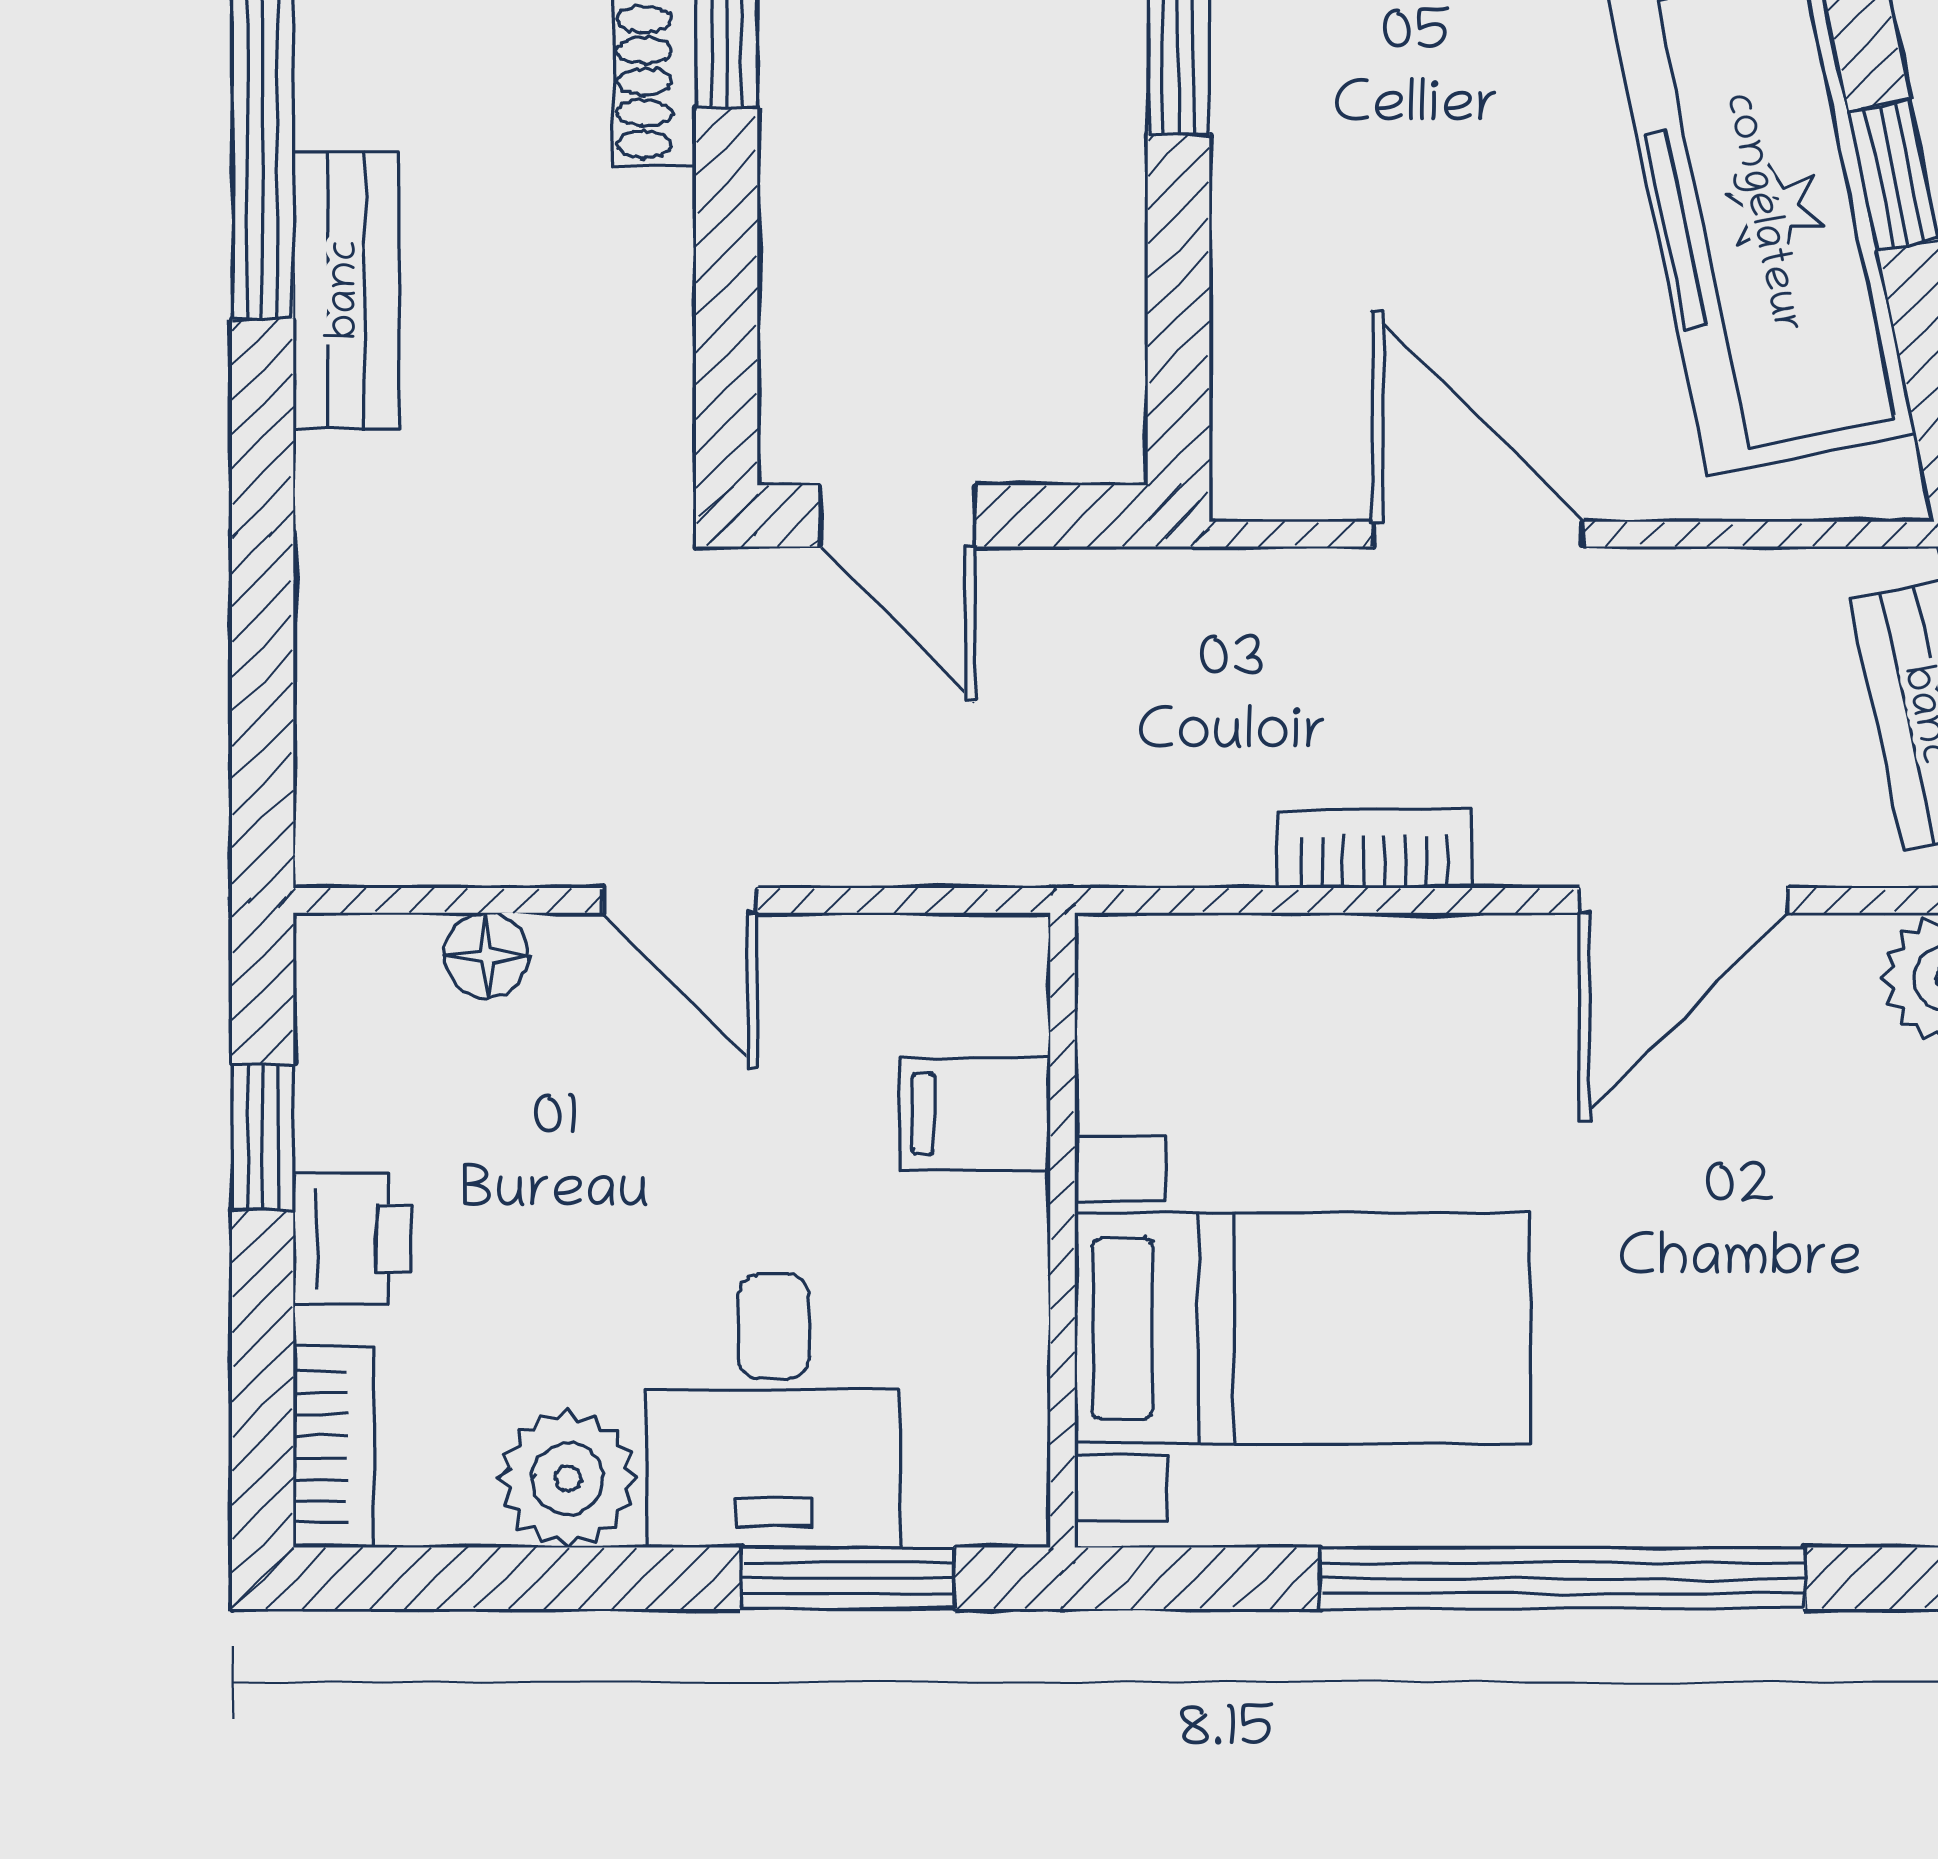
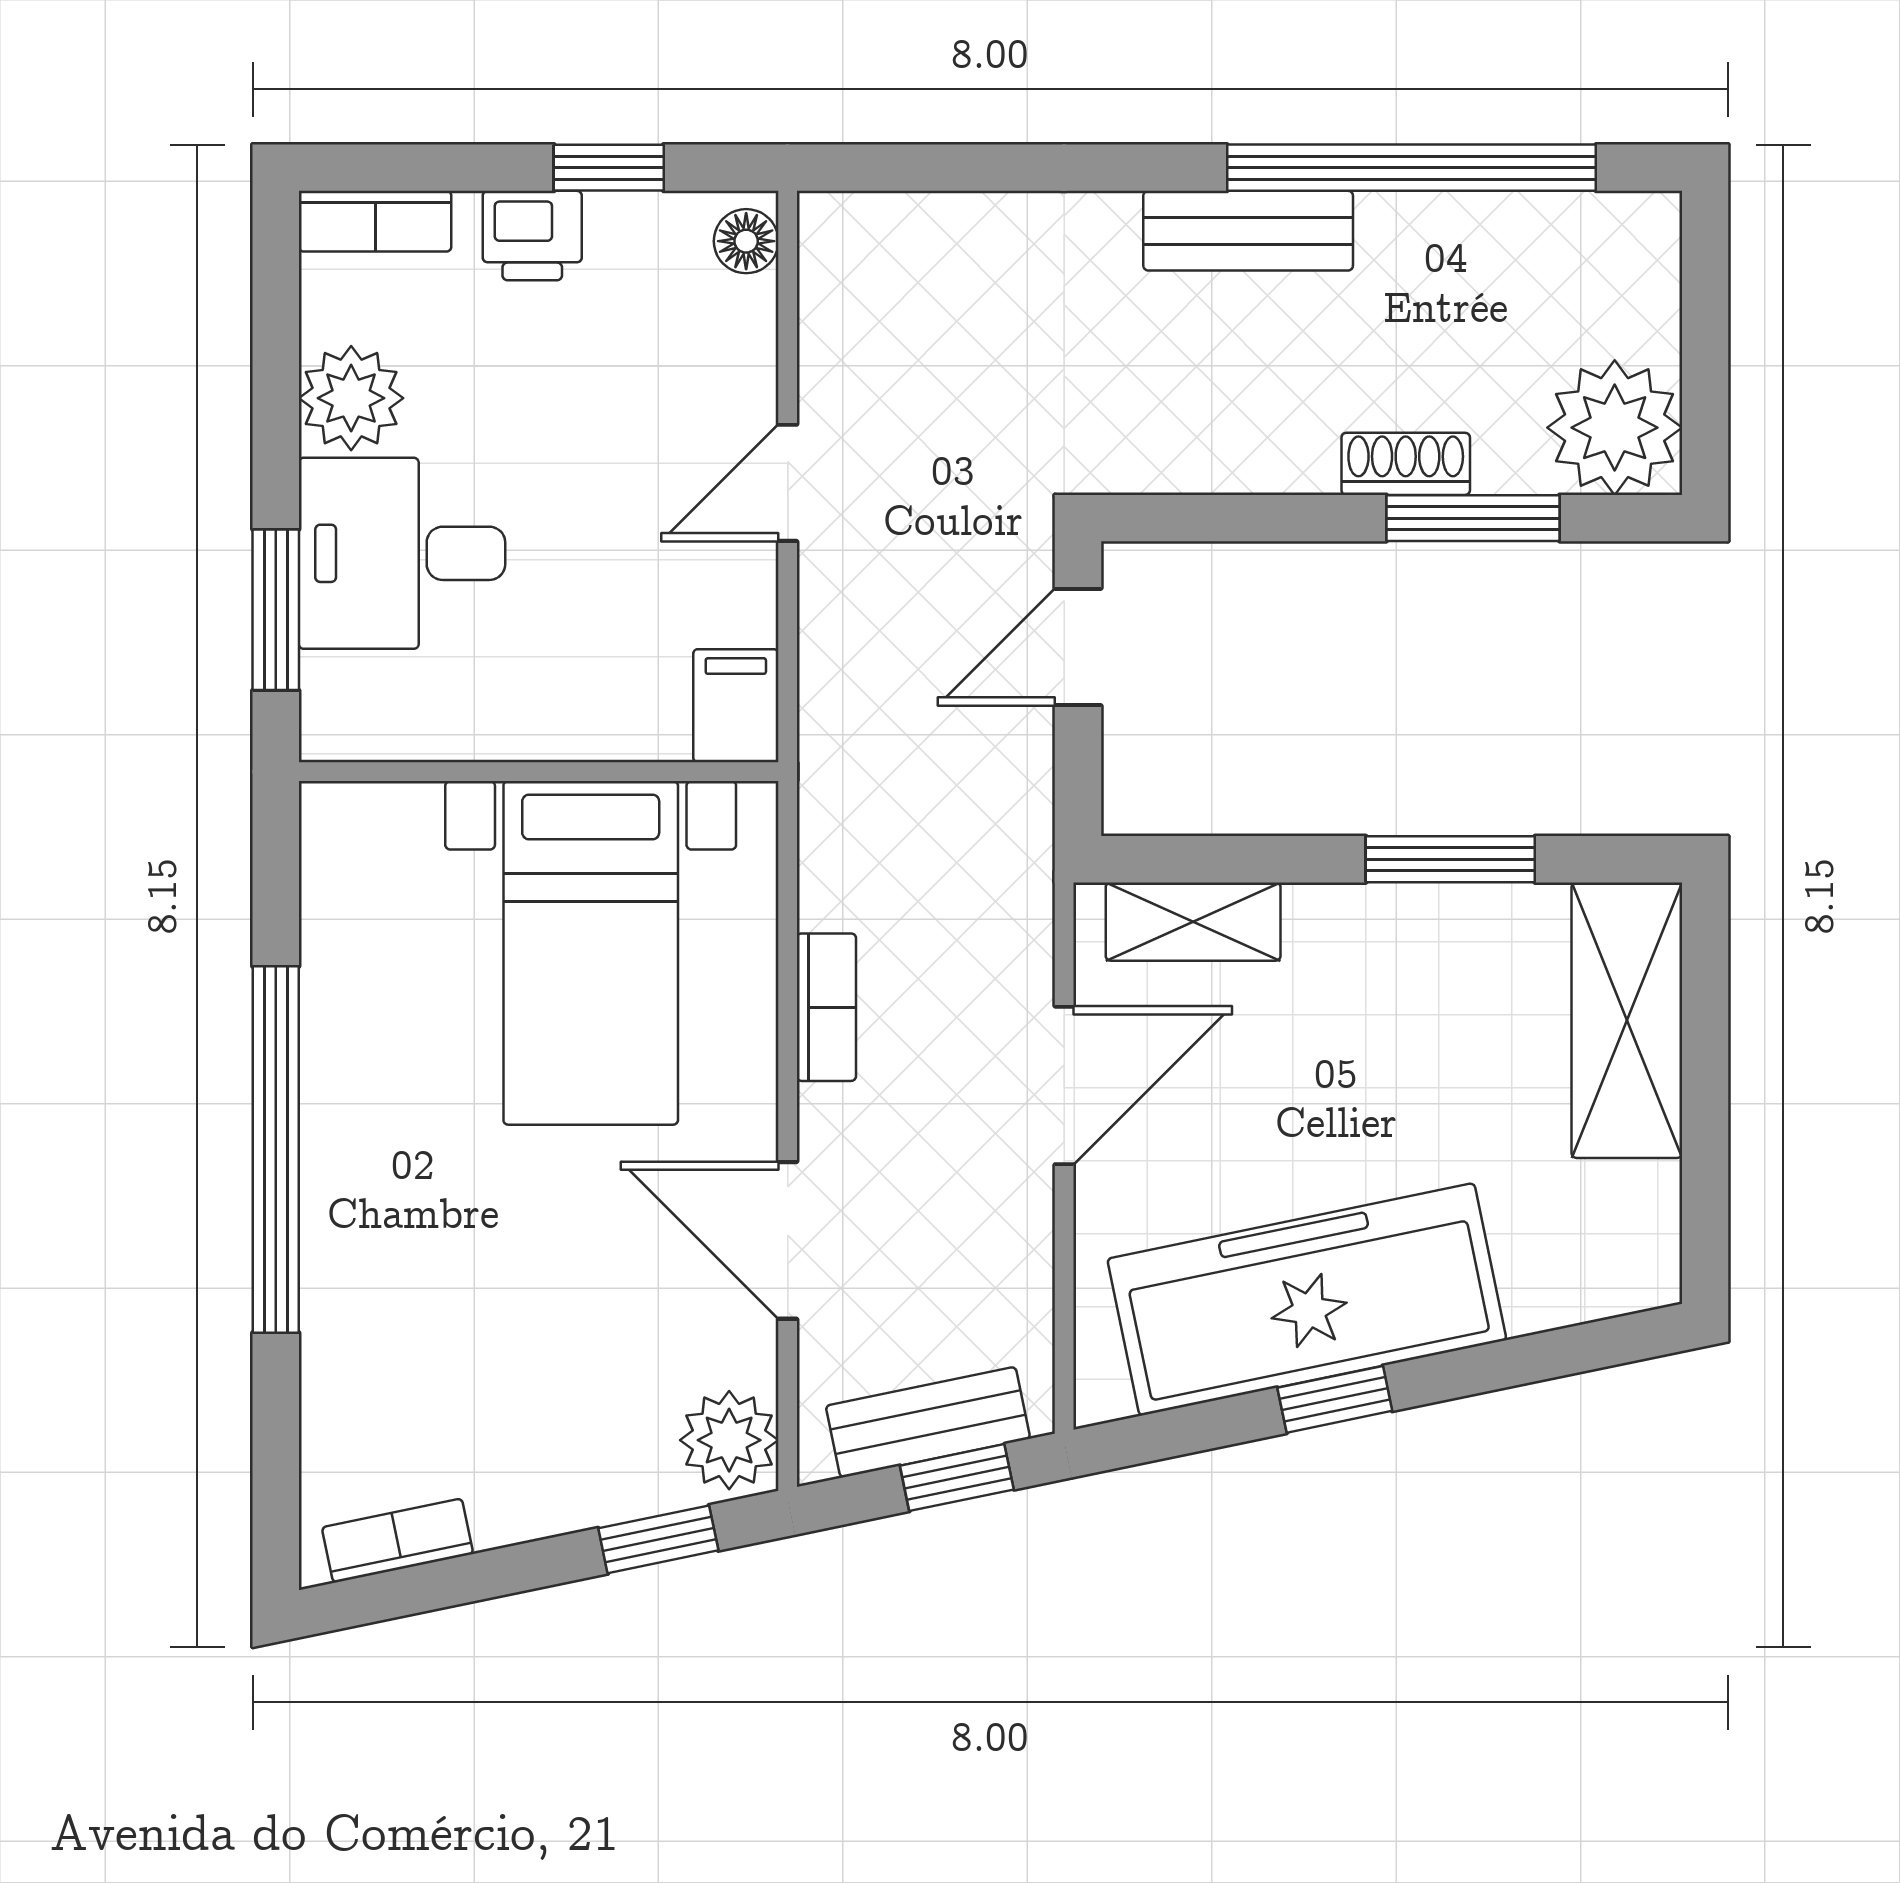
shelving: (1261, 363) -> (1193, 922), added
floor lamp: (487, 955) -> (746, 241), moved
filing cabinet: (975, 1114) -> (736, 706), moved
bed with nightstands: (1302, 1328) -> (591, 953), moved

